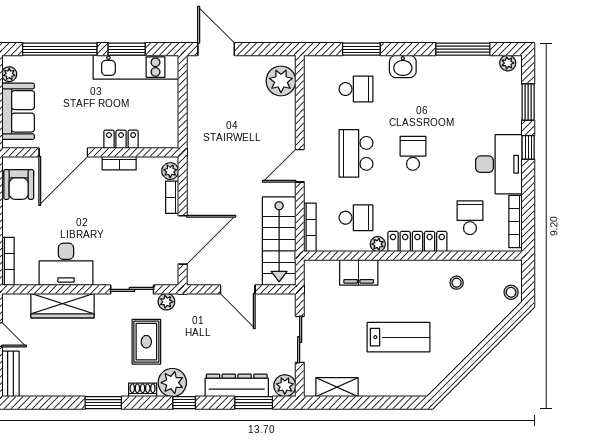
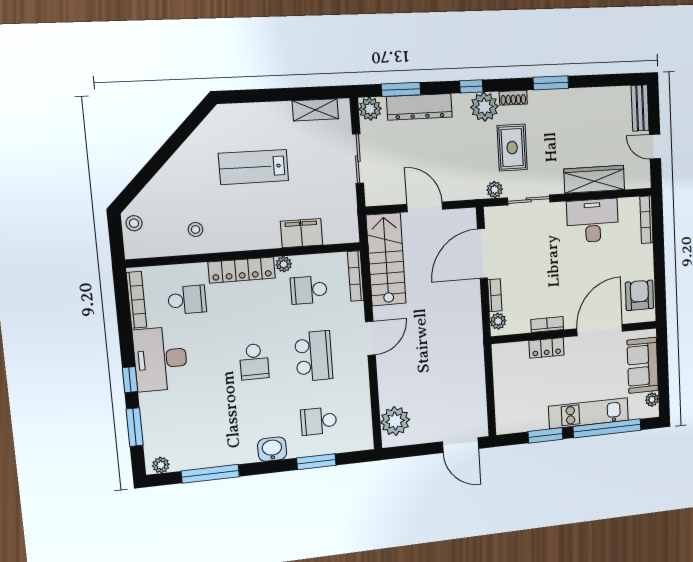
kitchen unit: (136, 67) -> (589, 413), moved
school desk: (470, 218) -> (187, 300), turned -90

